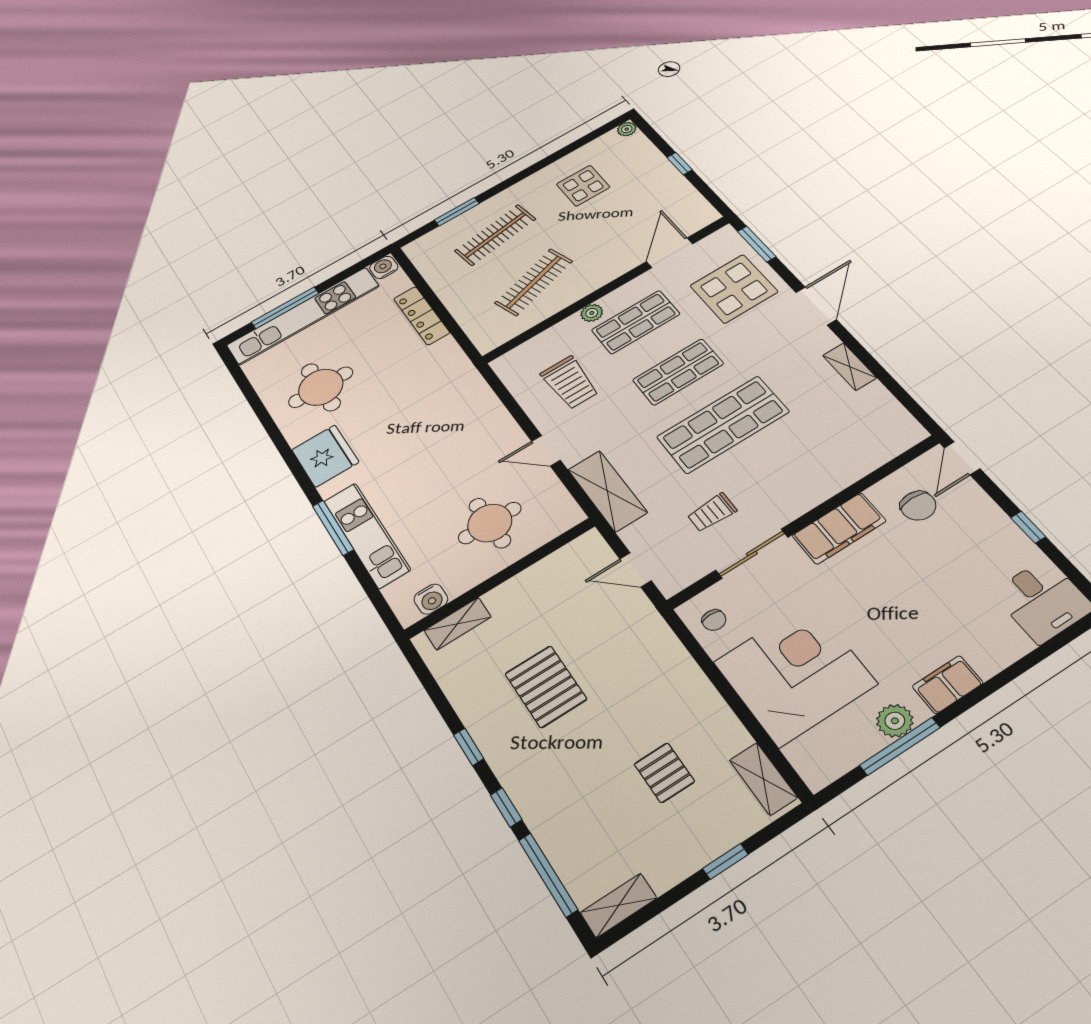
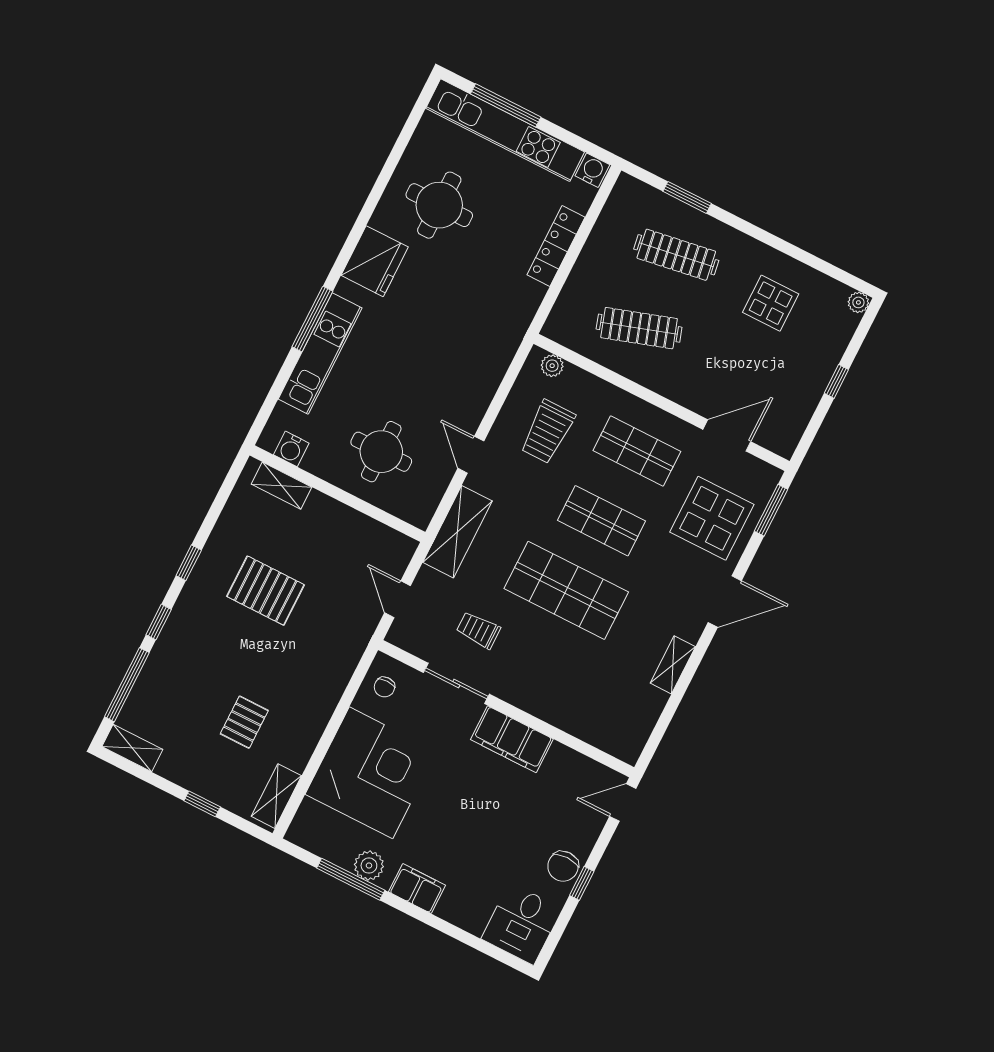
plant: (592, 313) -> (552, 366), moved
chair: (918, 506) -> (563, 866), moved
pallet: (546, 686) -> (266, 591), turned 90

